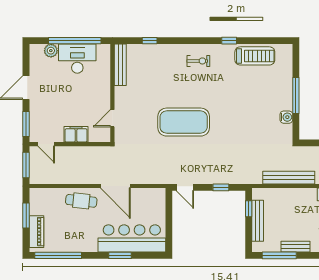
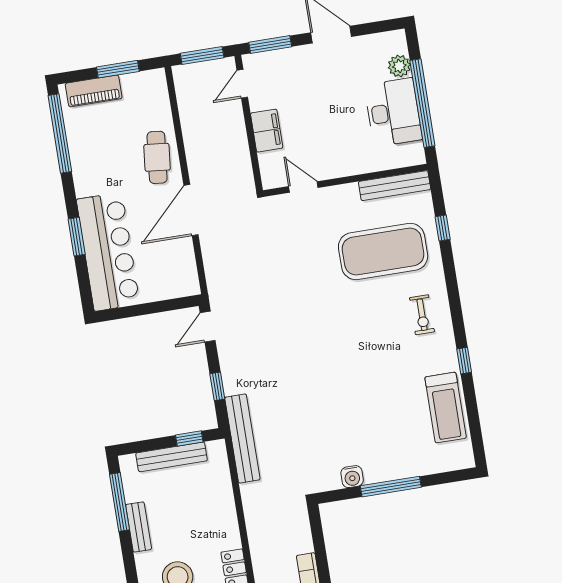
exercise mat: (184, 122) -> (383, 251), moved, turned 90
bench: (289, 178) -> (242, 438), moved

